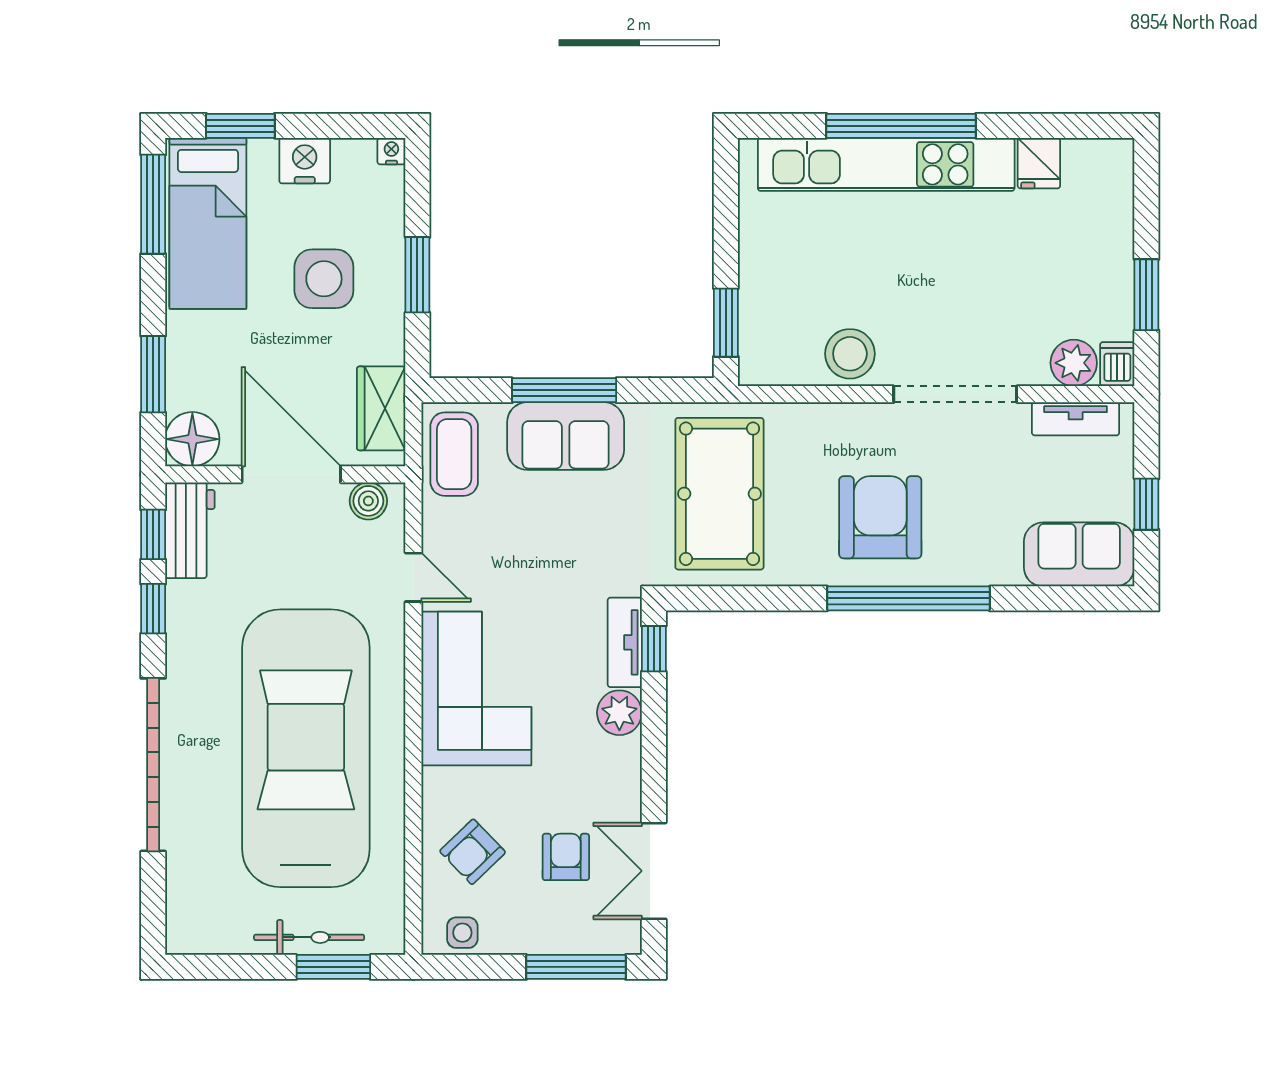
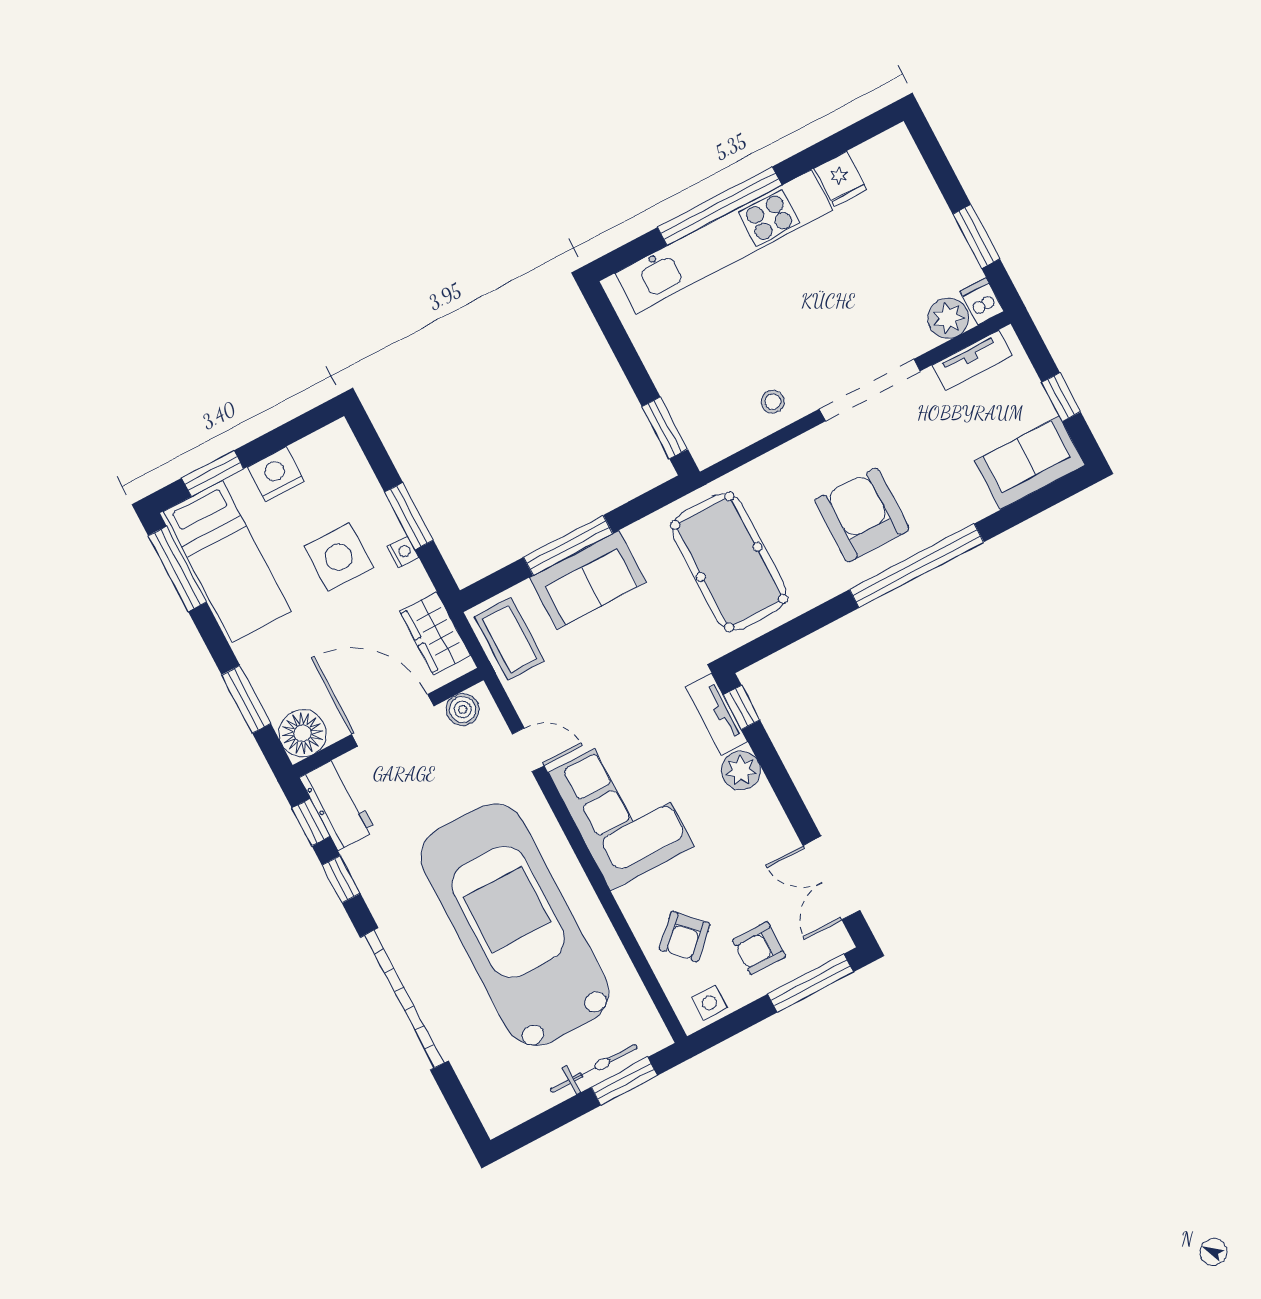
nightstand: (391, 151) -> (403, 552), moved, turned 90
stool: (850, 354) -> (773, 402), width x0.53, depth x0.53
armchair: (566, 857) -> (759, 948), moved, turned -90

